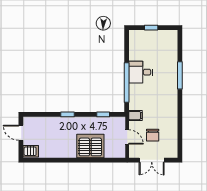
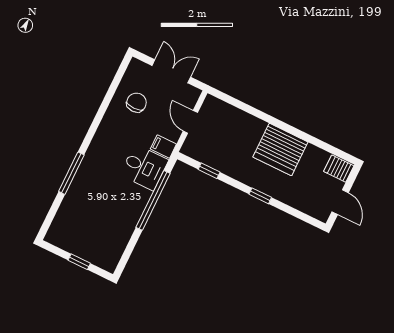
desk: (141, 72) -> (144, 167), moved
chair: (153, 135) -> (136, 103), moved
server rack: (90, 146) -> (280, 149), moved

